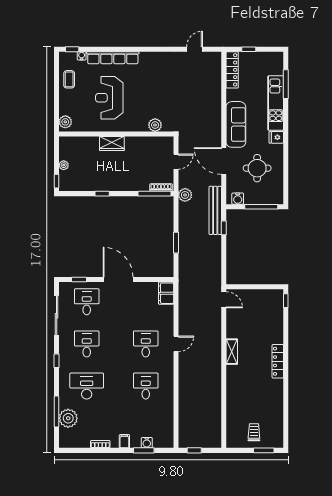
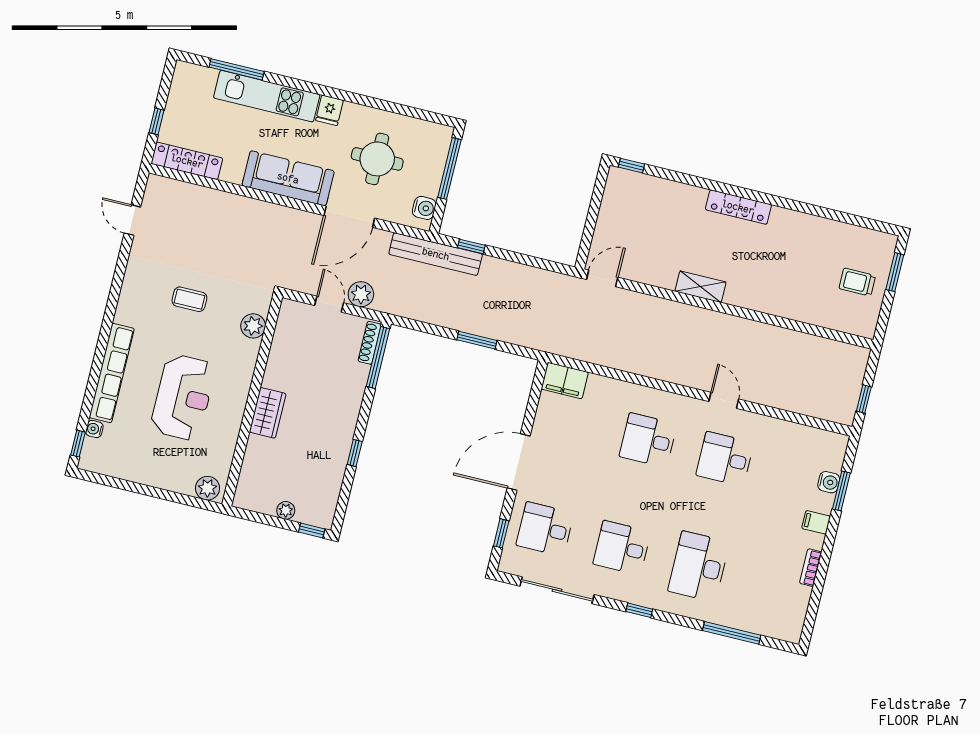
coffee table: (69, 79) -> (189, 299), moved
reception desk: (109, 98) -> (183, 397), turned -90
plant: (185, 195) -> (361, 294), moved
door: (176, 344) -> (724, 400), moved
plant: (68, 418) -> (749, 615), removed

